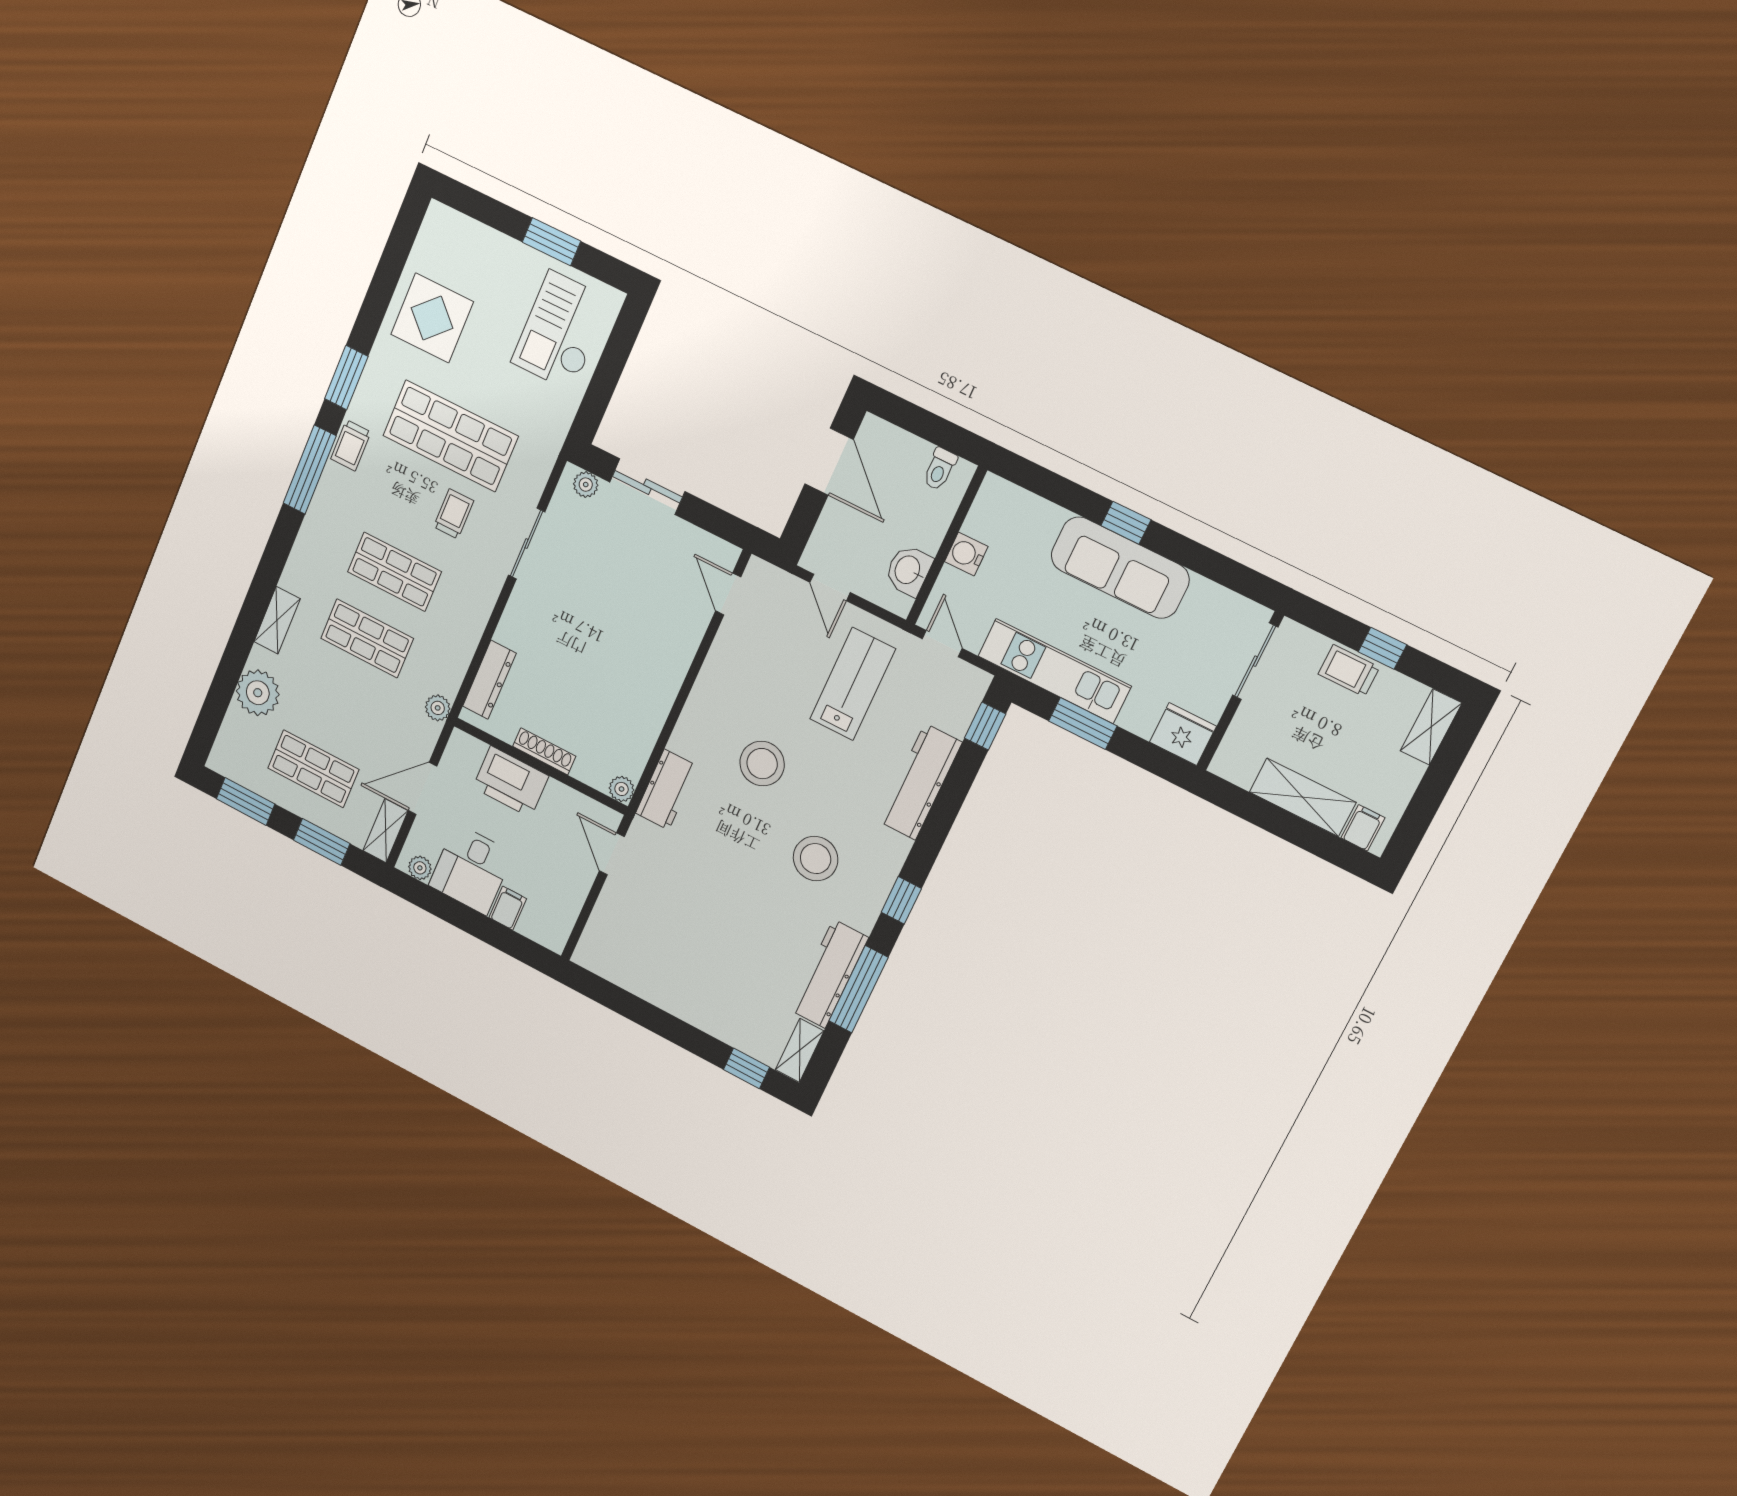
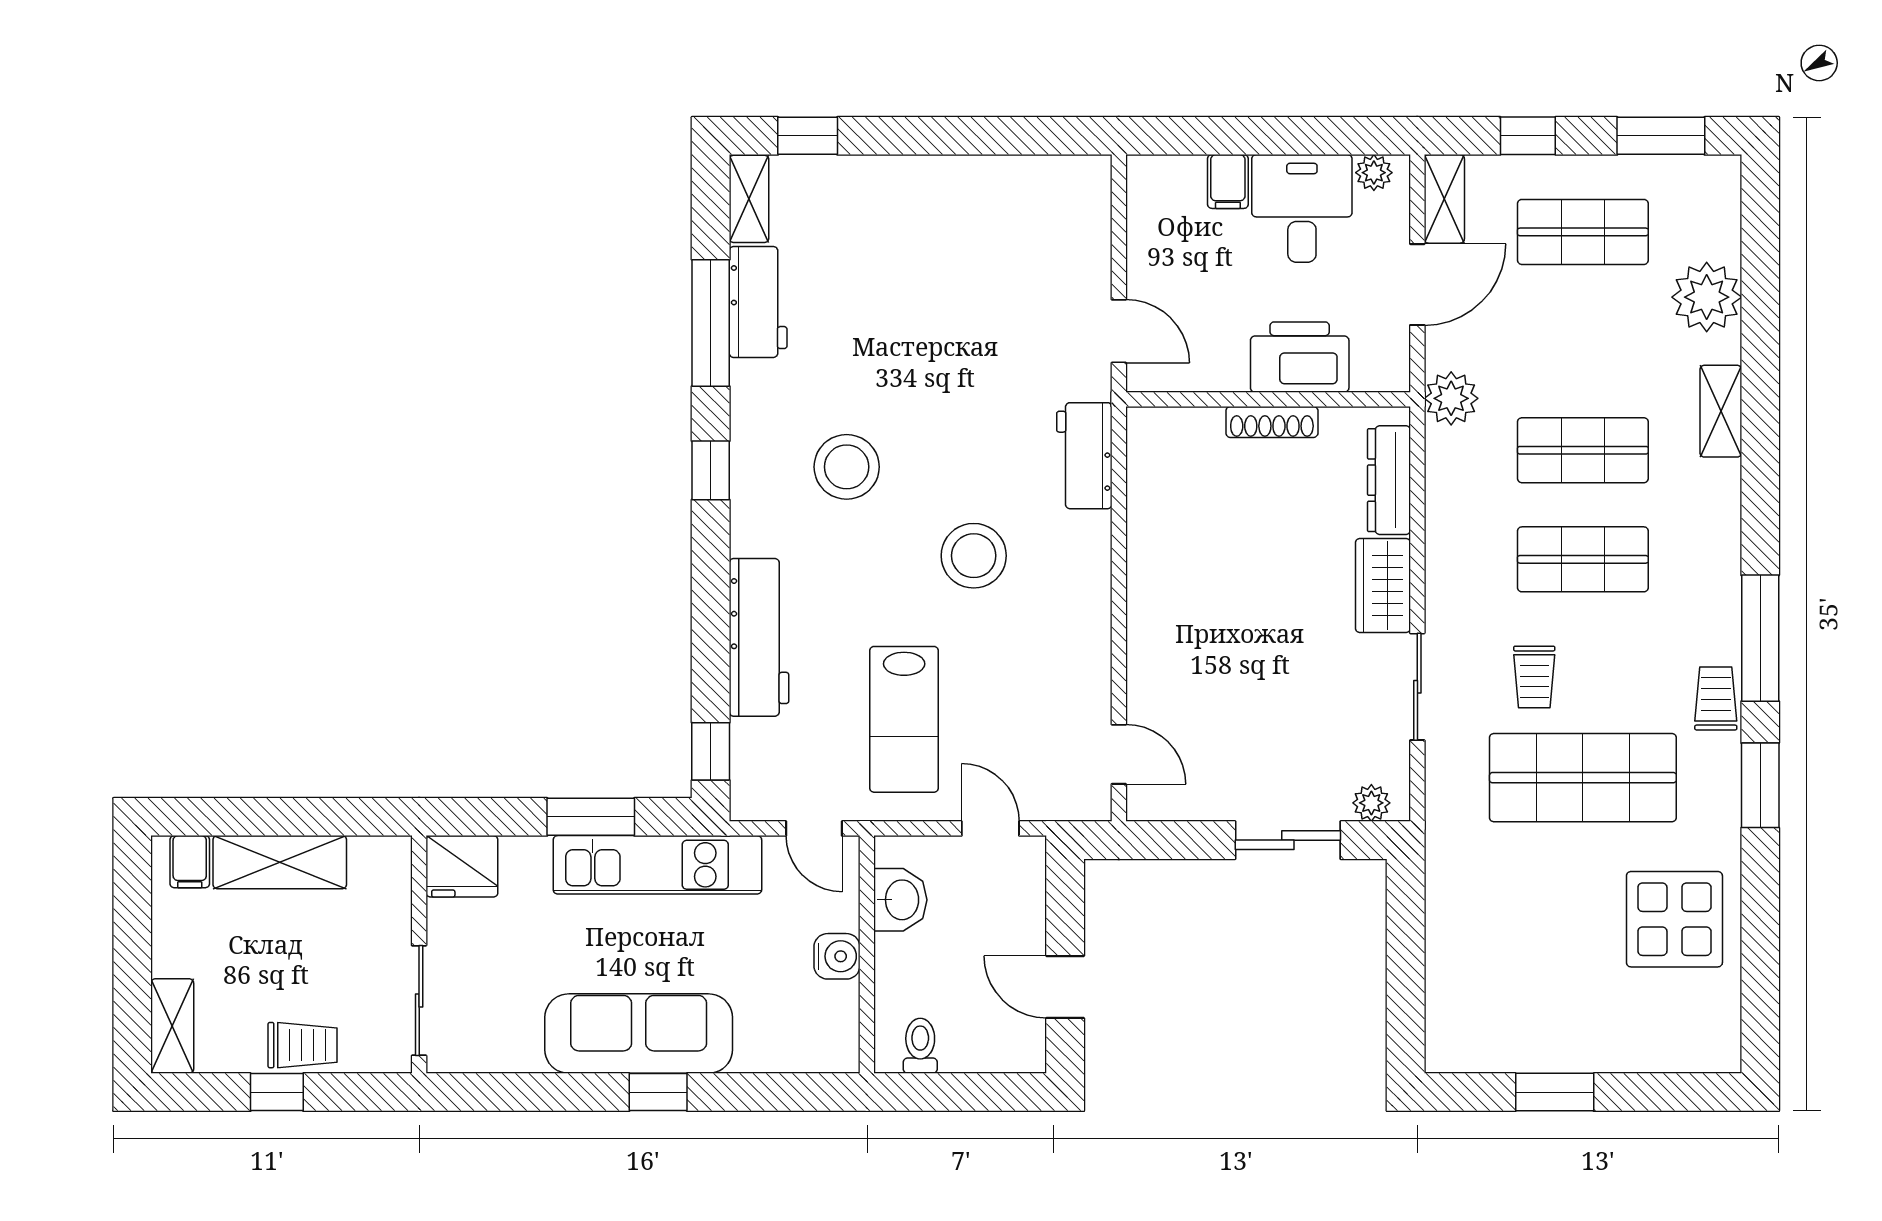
checkout: (561, 331) -> (1492, 984), removed
door: (829, 462) -> (1065, 987), width x0.73
wardrobe: (521, 617) -> (1383, 586), added
plant: (438, 708) -> (1451, 398), width x1.38, depth x1.38
plant: (622, 789) -> (1145, 425), removed
window: (322, 842) -> (1528, 136), width x0.67
workbench: (829, 974) -> (758, 302), width x0.73

